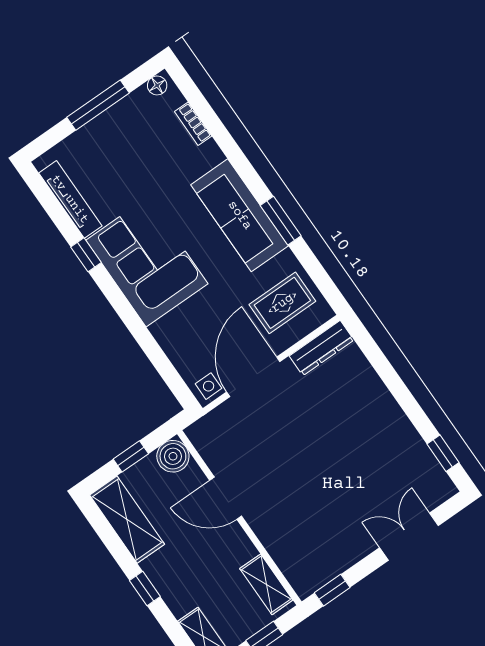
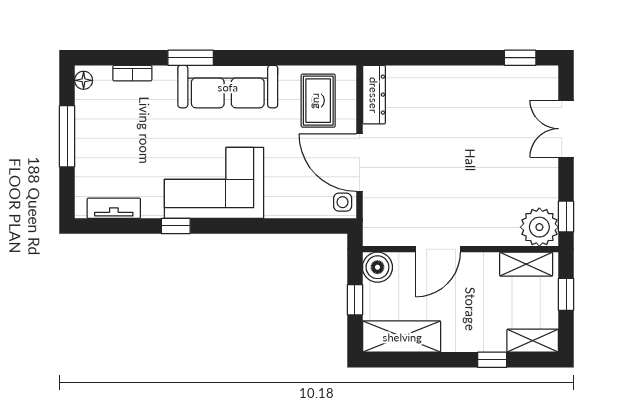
tv unit: (70, 199) -> (114, 208), width x0.71
window: (281, 221) -> (191, 58), moved
plant: (307, 573) -> (539, 227), added
window: (145, 588) -> (492, 360), moved

